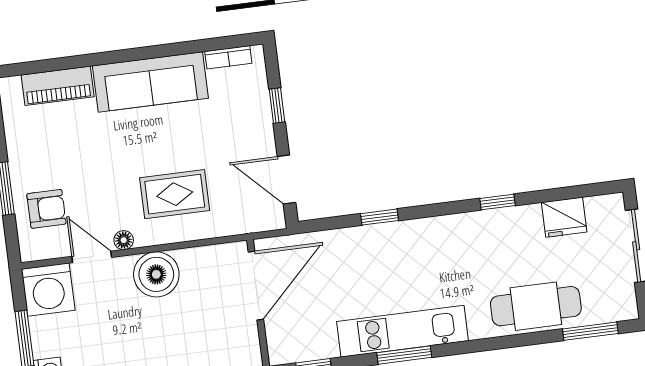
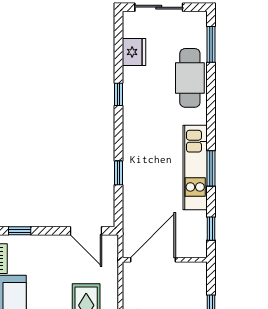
window: (277, 105) -> (20, 231), moved
door: (286, 180) -> (86, 231), hinge flipped
door: (256, 286) -> (153, 260), hinge flipped

